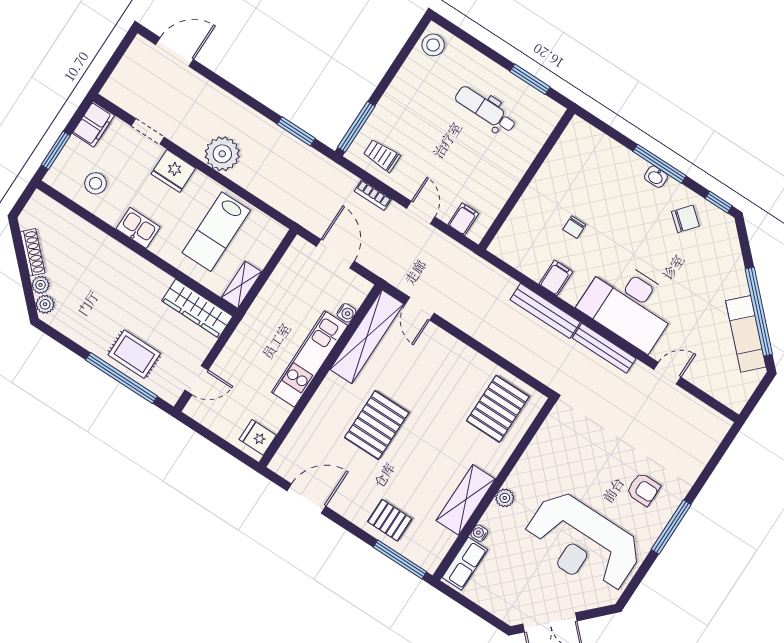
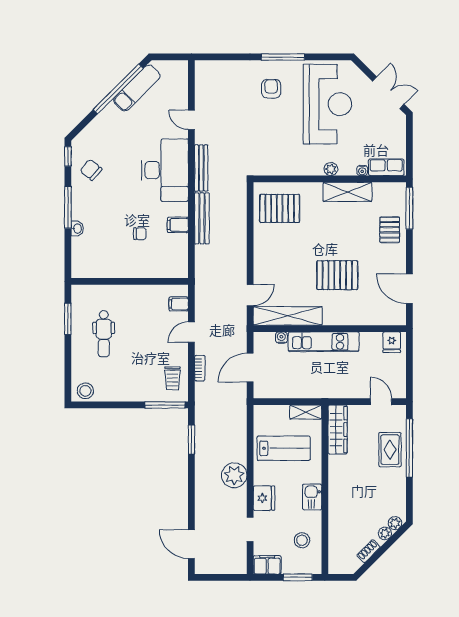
washbasin: (656, 177) -> (77, 229), moved
shoe rack: (33, 252) -> (368, 551), width x0.70

